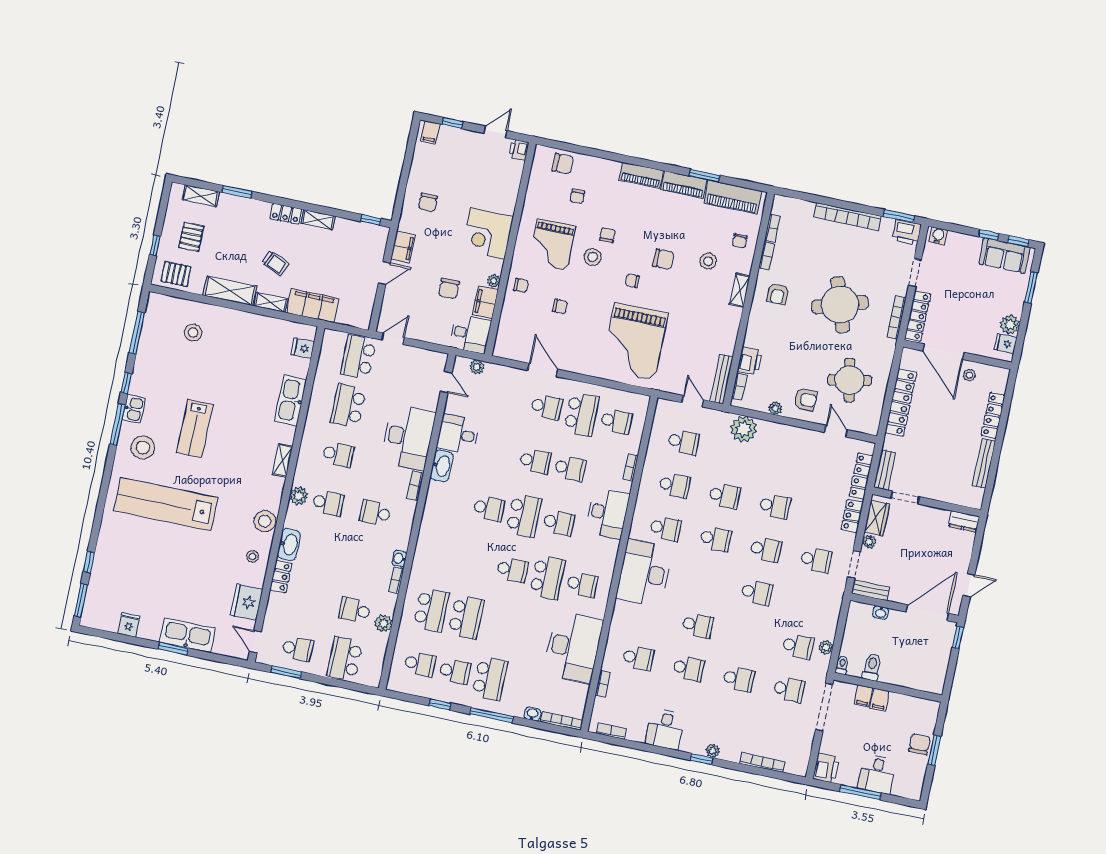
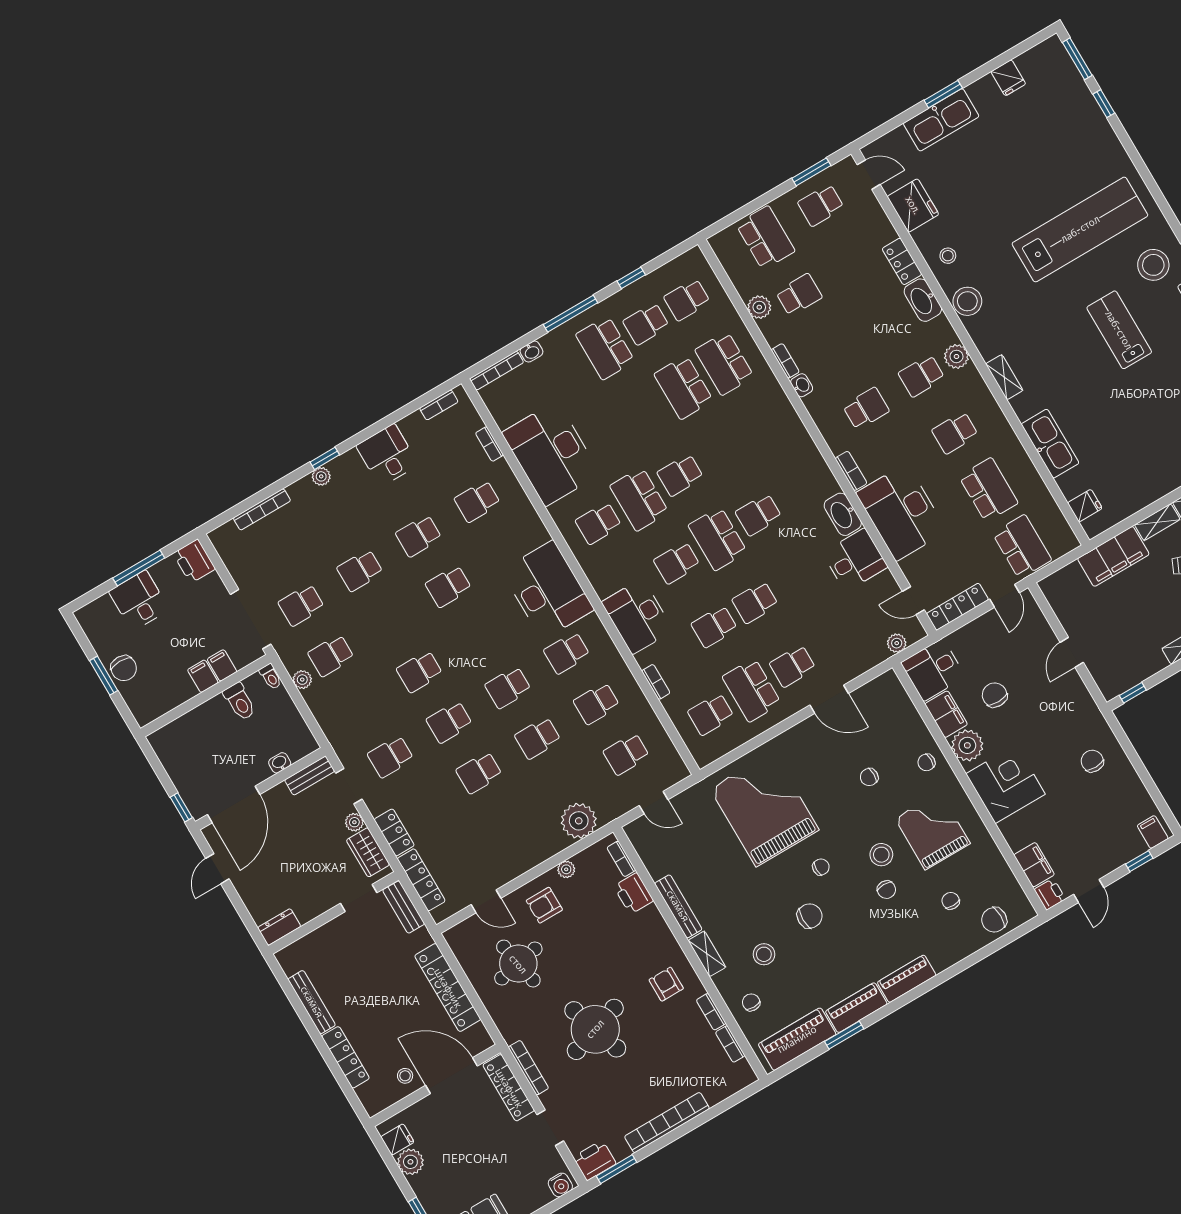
filing cabinet: (403, 247) -> (1034, 865), moved, turned 180
chair: (663, 259) -> (810, 916), turned 180
plant: (494, 281) -> (967, 745), width x1.88, depth x1.88
locker: (425, 356) -> (958, 607), added
bench: (722, 379) -> (678, 906), moved

